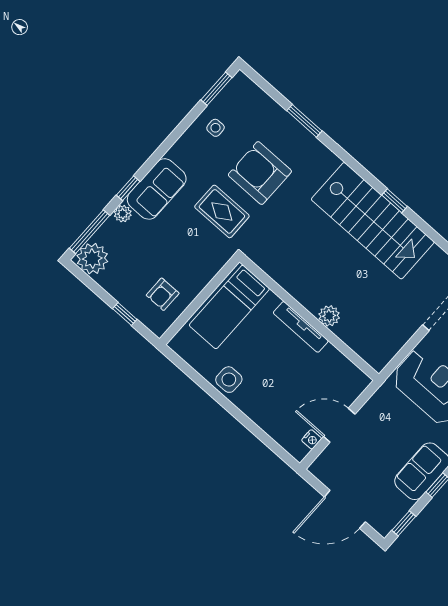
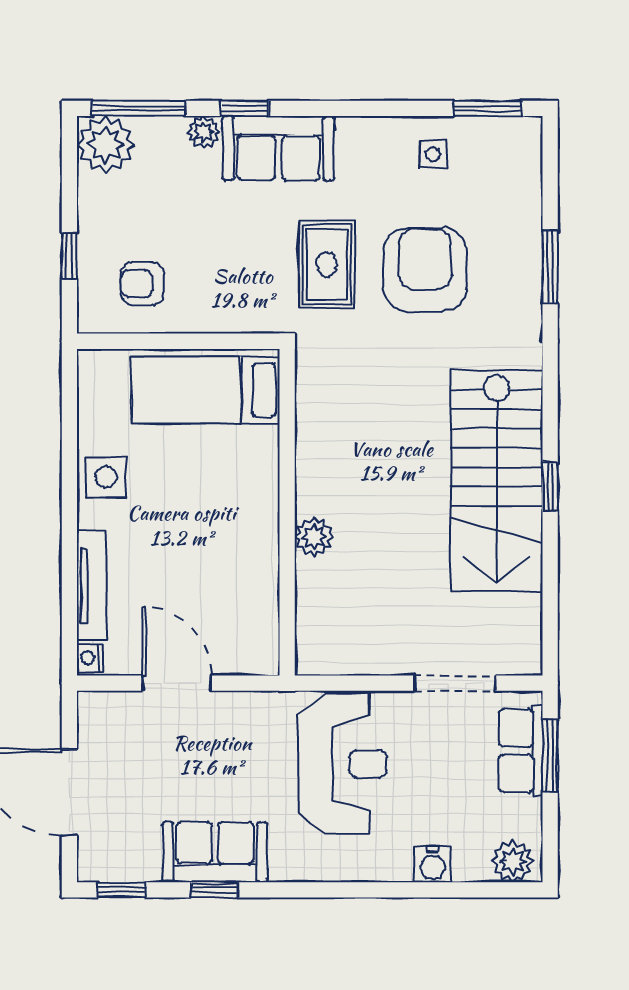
tv unit: (301, 327) -> (92, 586), moved, turned 180
nightstand: (312, 439) -> (90, 658), moved, turned 90

